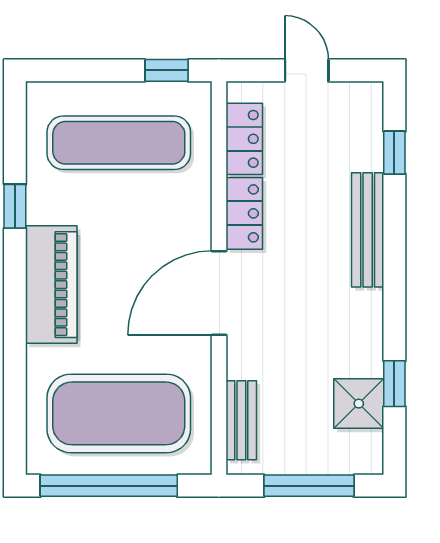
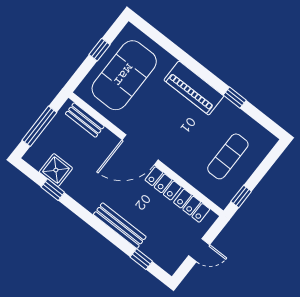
exercise mat: (119, 143) -> (228, 156), width x0.73, depth x0.69
door: (219, 293) -> (140, 150), swing flipped
window: (109, 486) -> (99, 50), width x0.32

